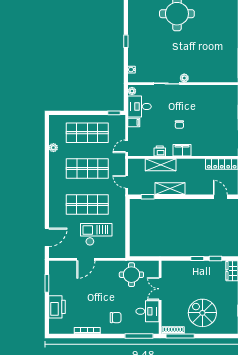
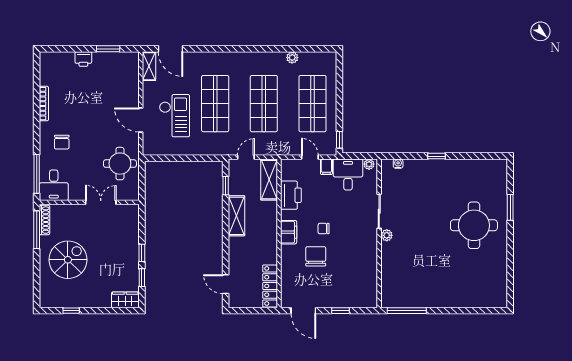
chair: (200, 130) -> (316, 256), added
door: (127, 146) -> (310, 157), moved
printer: (160, 151) -> (291, 195), width x1.87, depth x1.48
shelving: (161, 165) -> (269, 180), moved
door: (220, 197) -> (226, 284), swing flipped
shelving: (60, 253) -> (149, 66), added
door: (86, 259) -> (141, 120), moved
printer: (57, 307) -> (83, 59), width x0.53, depth x0.68
desk: (147, 311) -> (54, 185), moved

